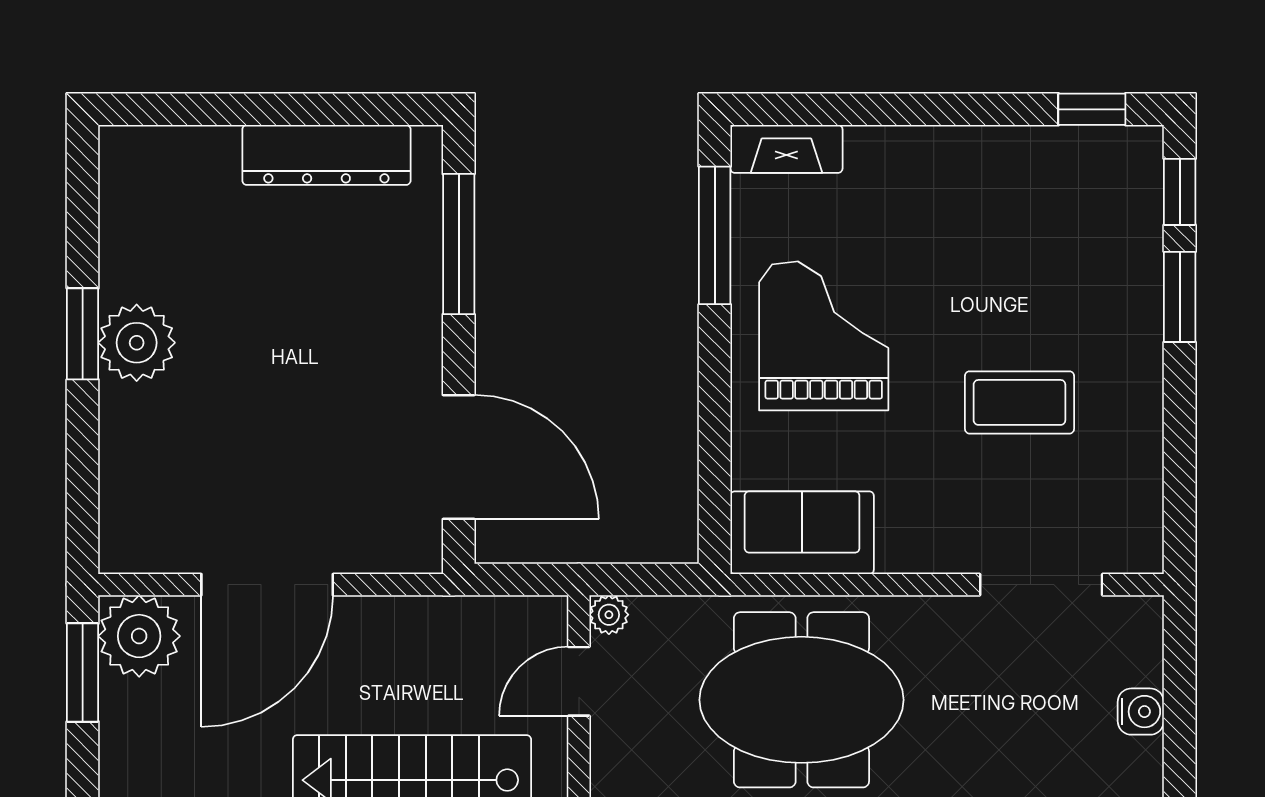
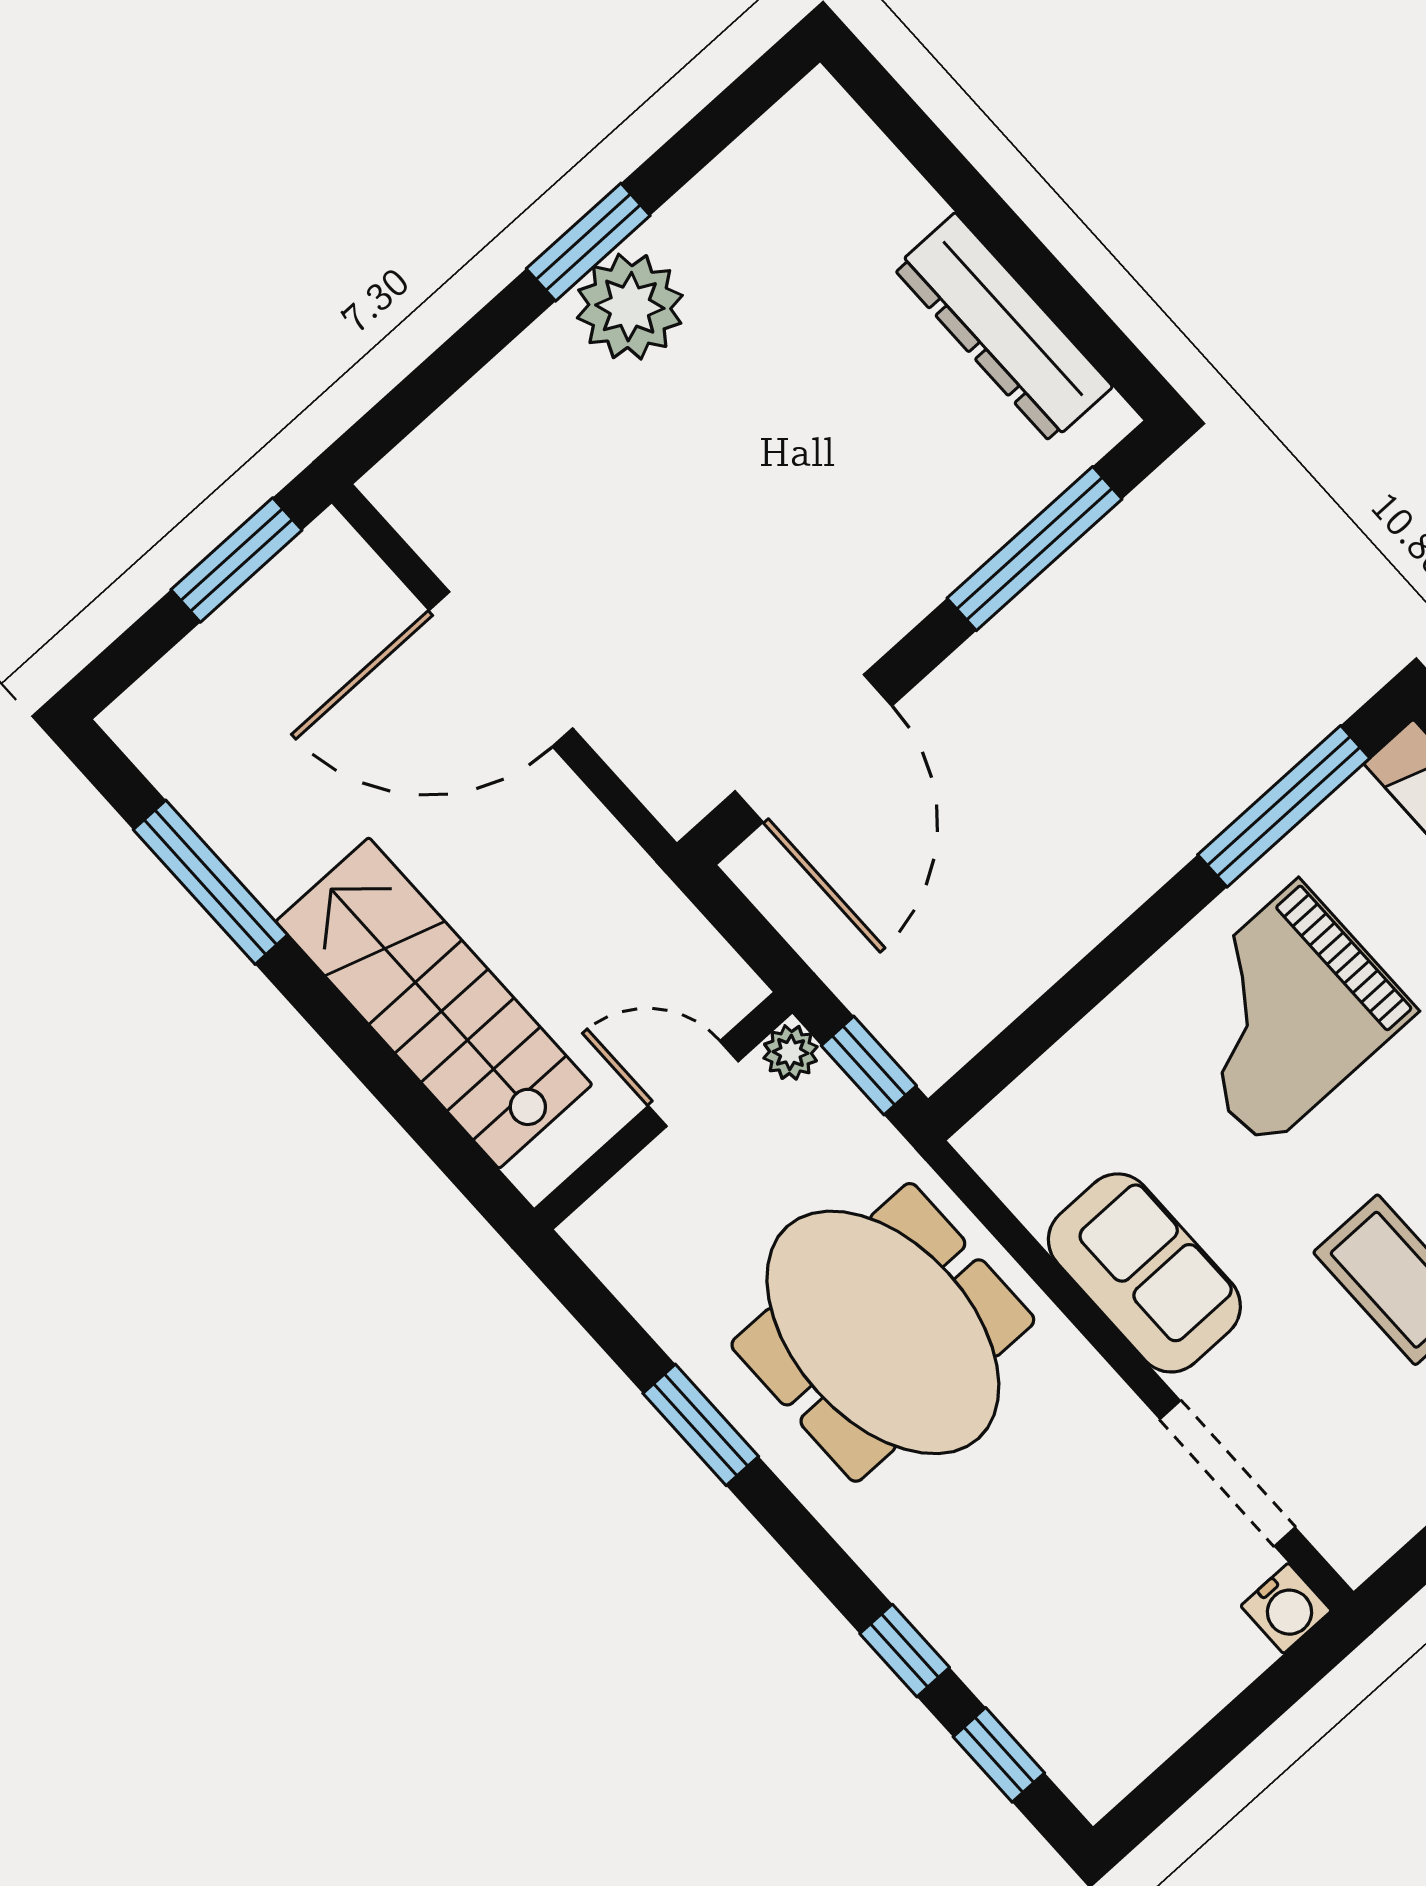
grand piano: (824, 336) -> (1282, 1014), turned 180
sofa: (802, 533) -> (1144, 1273), moved
window: (653, 579) -> (869, 1066), added
plant: (139, 636) -> (327, 584), removed
water cooler: (1141, 712) -> (1286, 1608), moved

